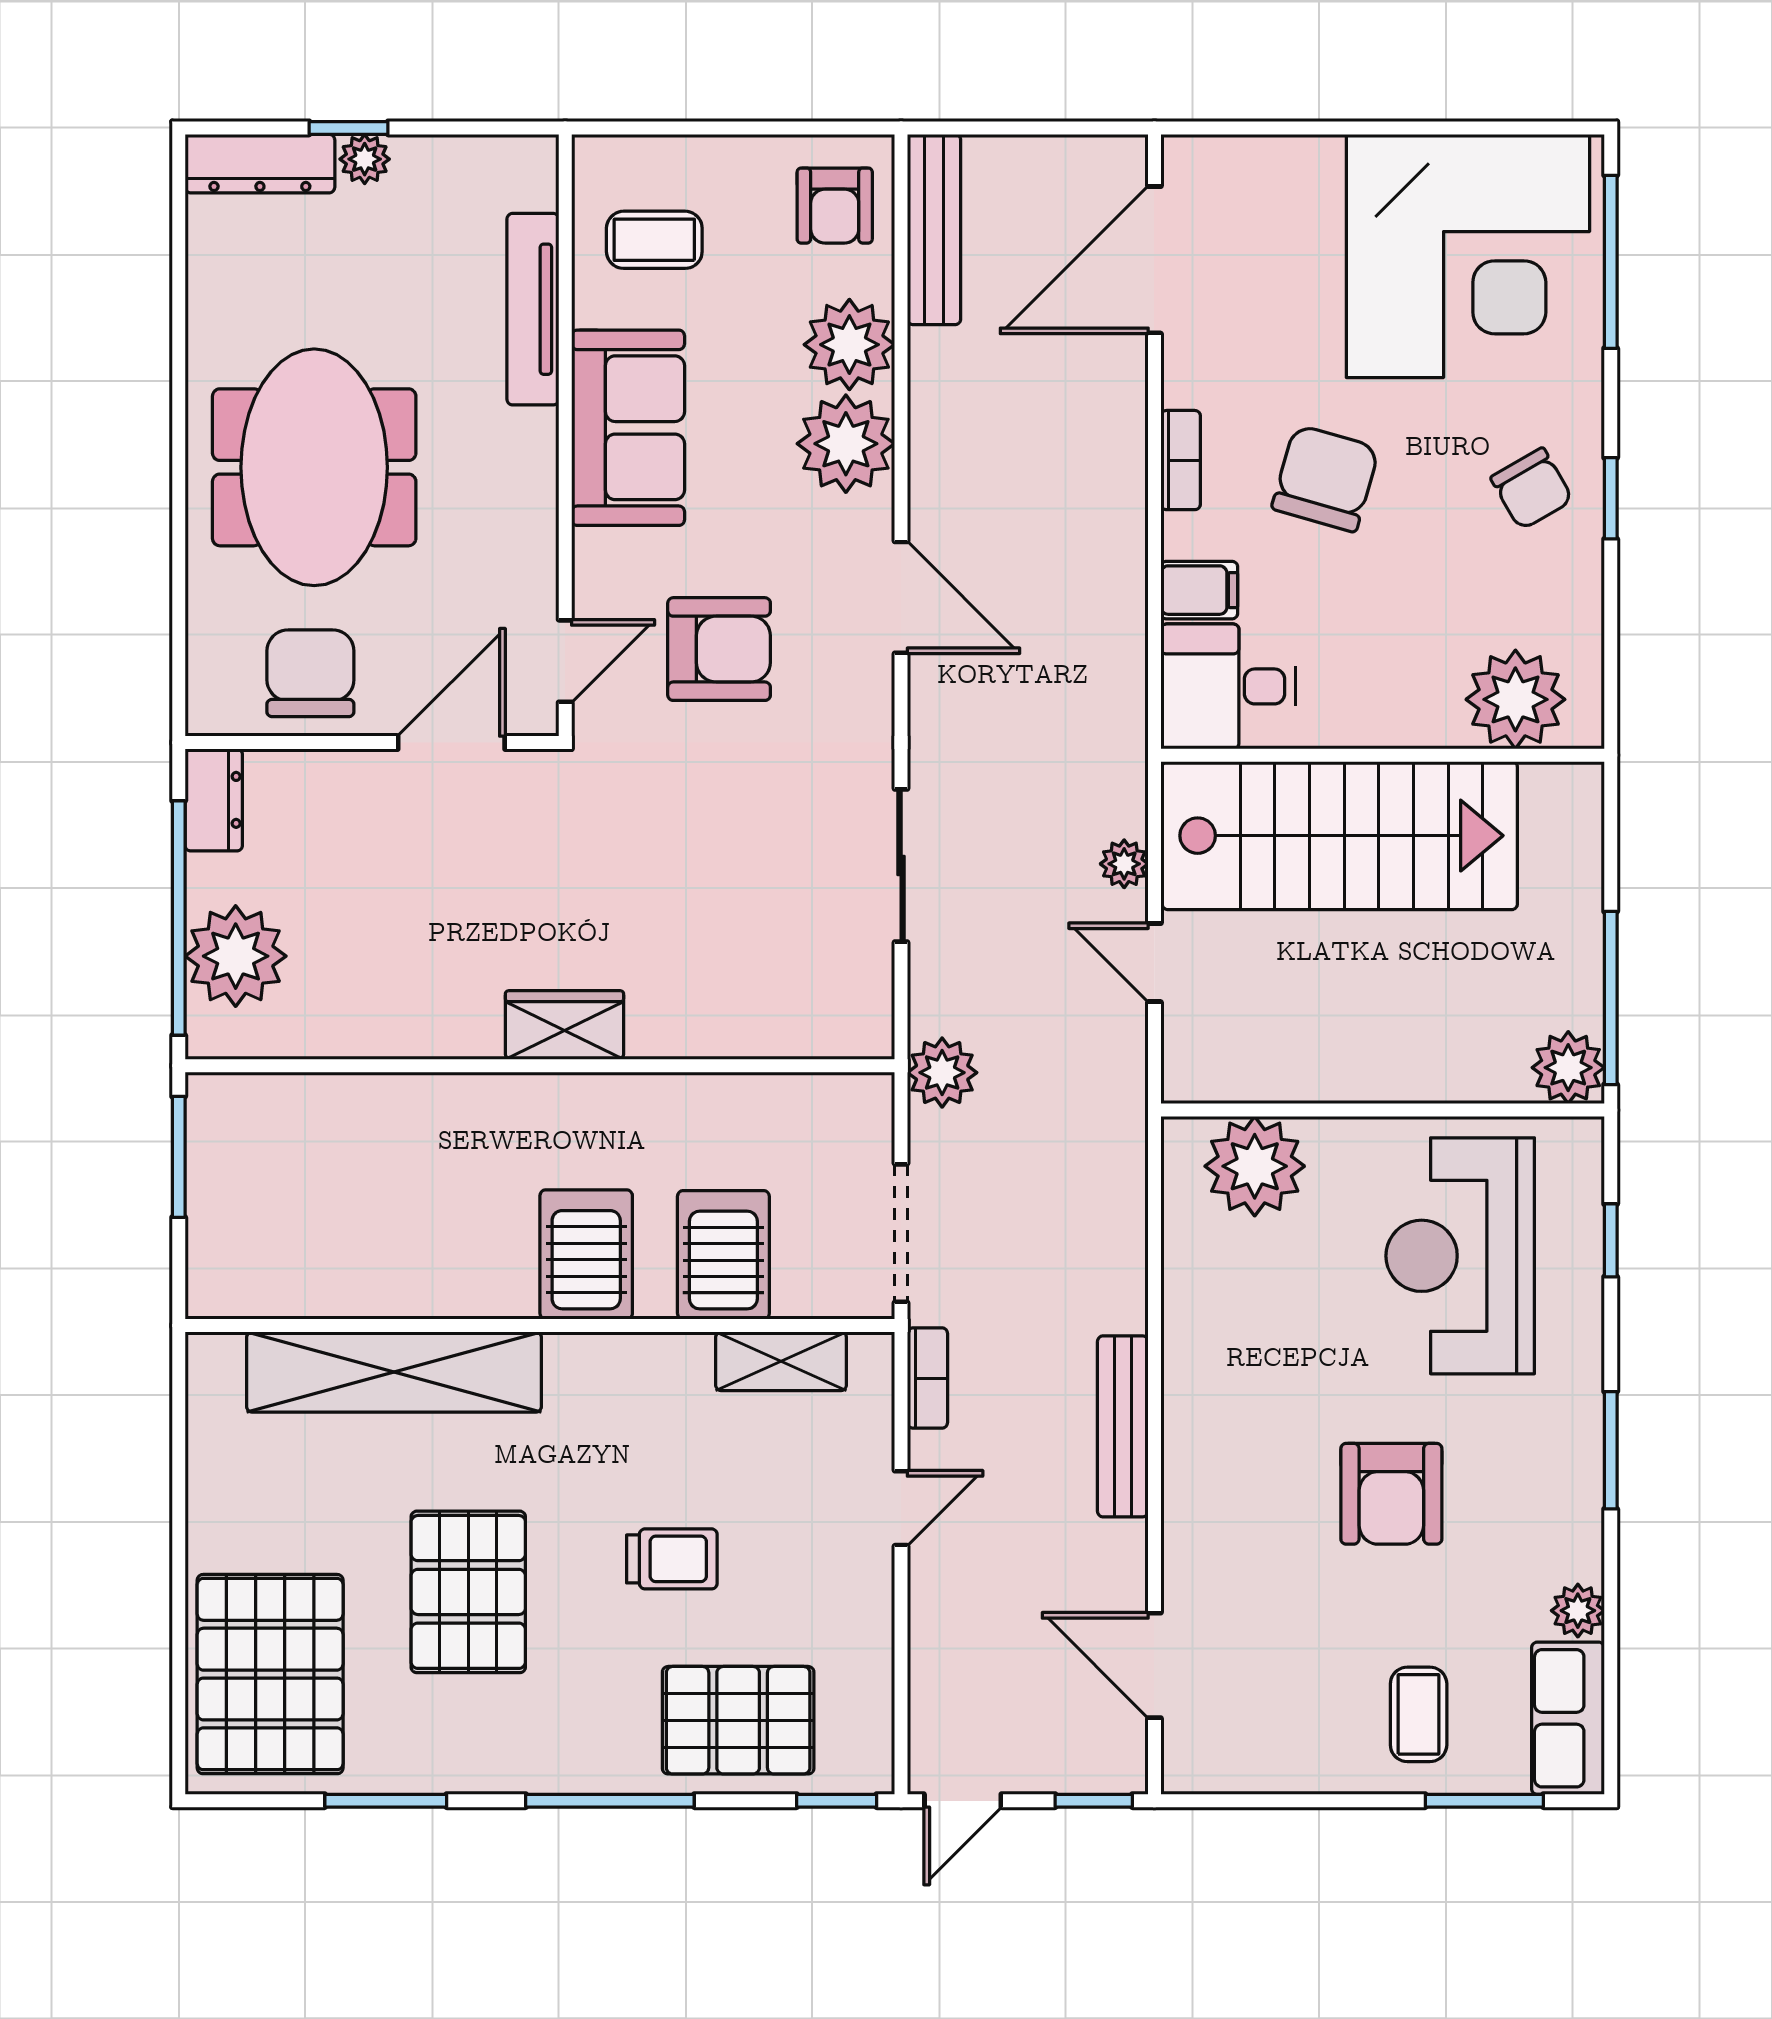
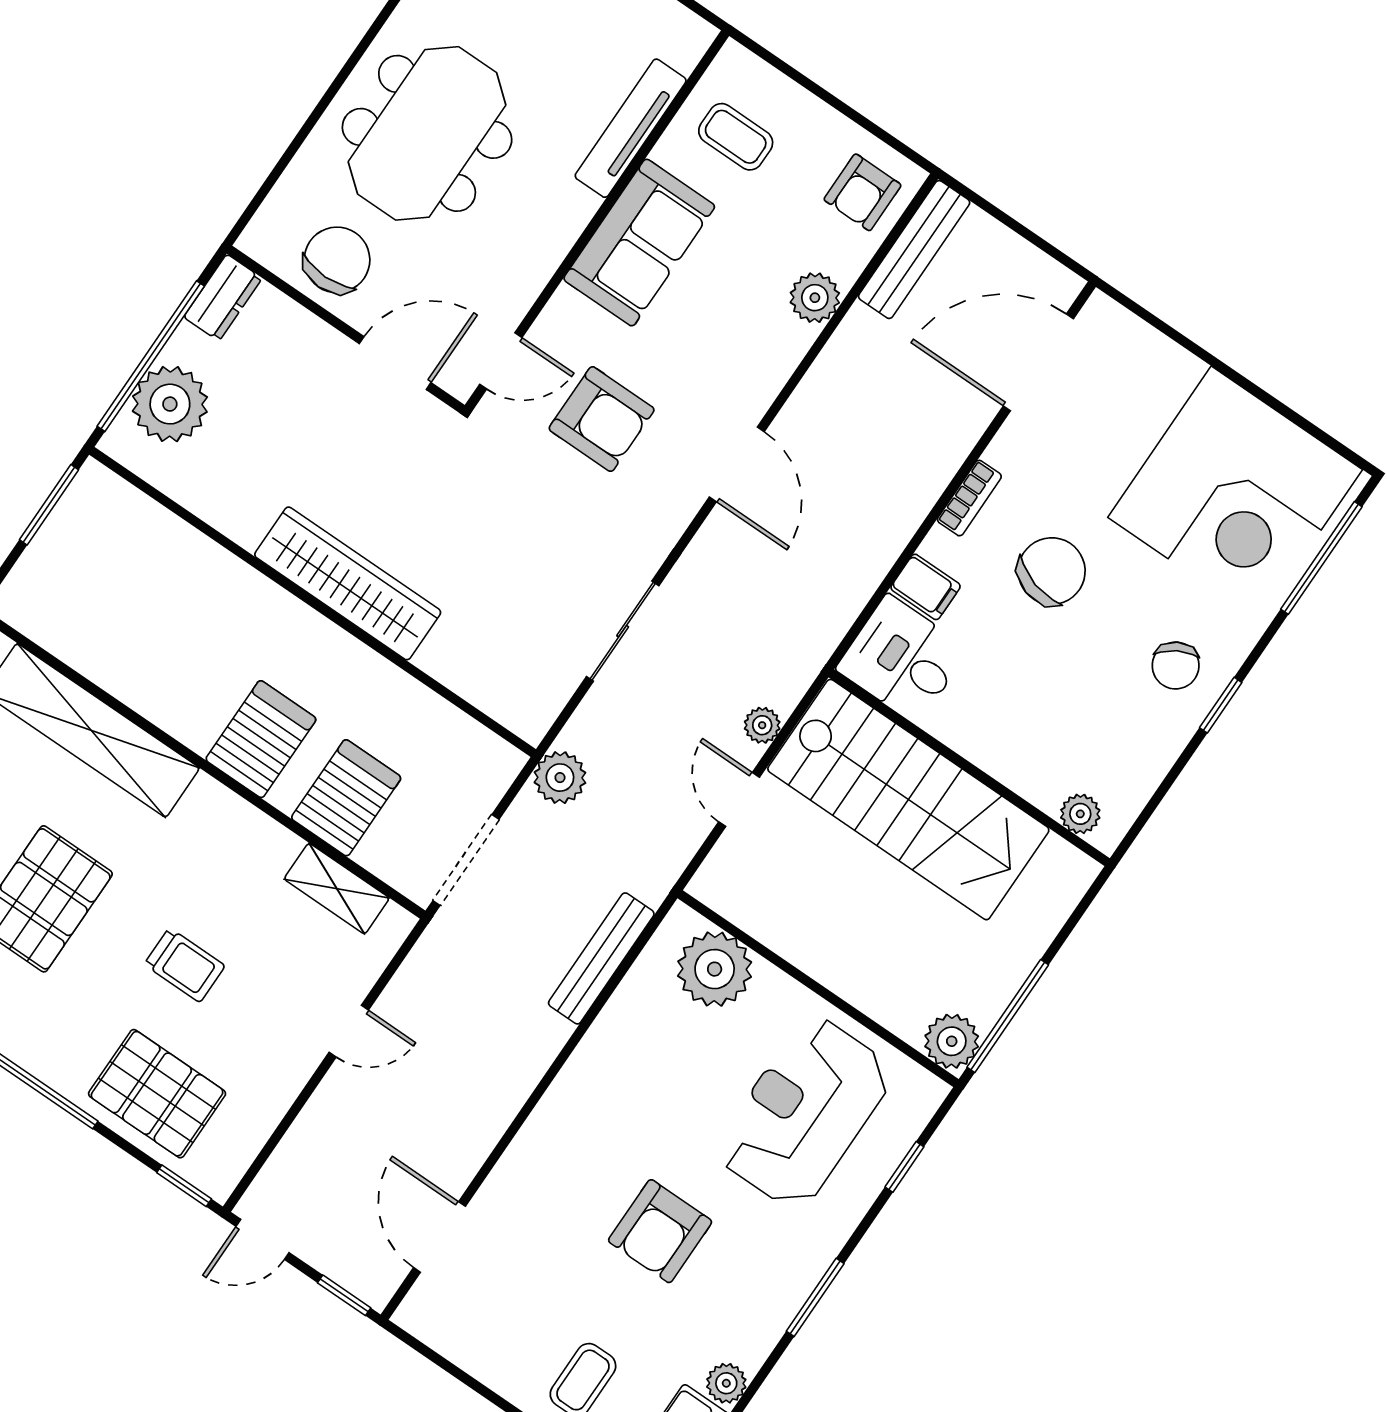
plant: (849, 345) -> (815, 298), width x0.73, depth x0.73
plant: (846, 444) -> (768, 345), removed
plant: (1515, 699) -> (1080, 814), width x0.53, depth x0.53
wardrobe: (564, 1025) -> (348, 583), width x2.10, depth x1.17
bookcase: (927, 1378) -> (421, 961), removed
bench: (1123, 1426) -> (601, 958), moved

